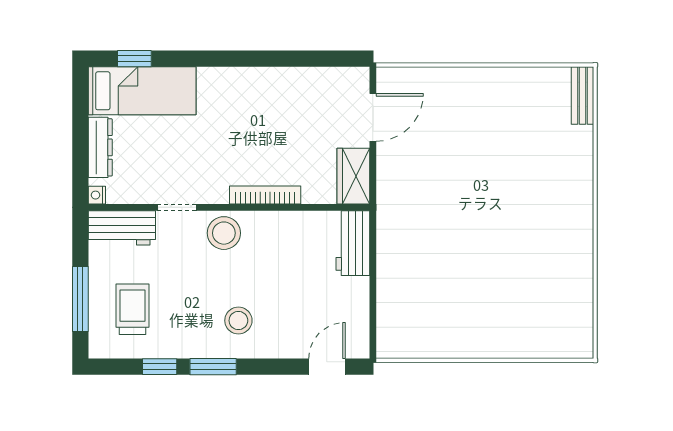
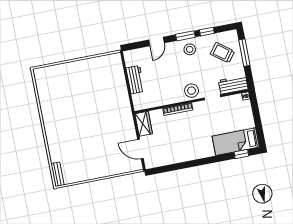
door: (373, 117) -> (140, 149), hinge flipped
dresser: (100, 147) -> (248, 115), removed
workbench: (353, 243) -> (135, 80), moved
trolley: (132, 309) -> (222, 53), turned 127
stool: (238, 321) -> (190, 49), moved
door: (327, 367) -> (157, 41), moved

